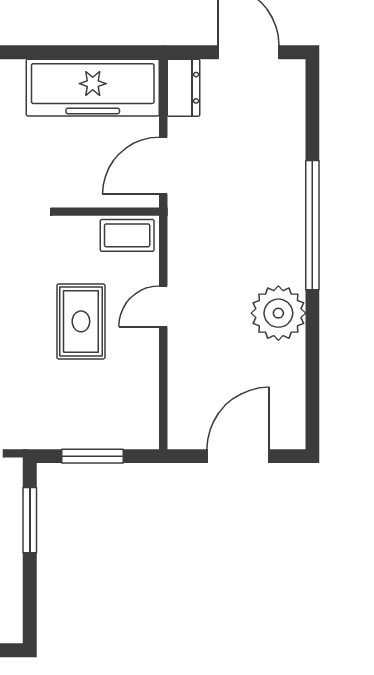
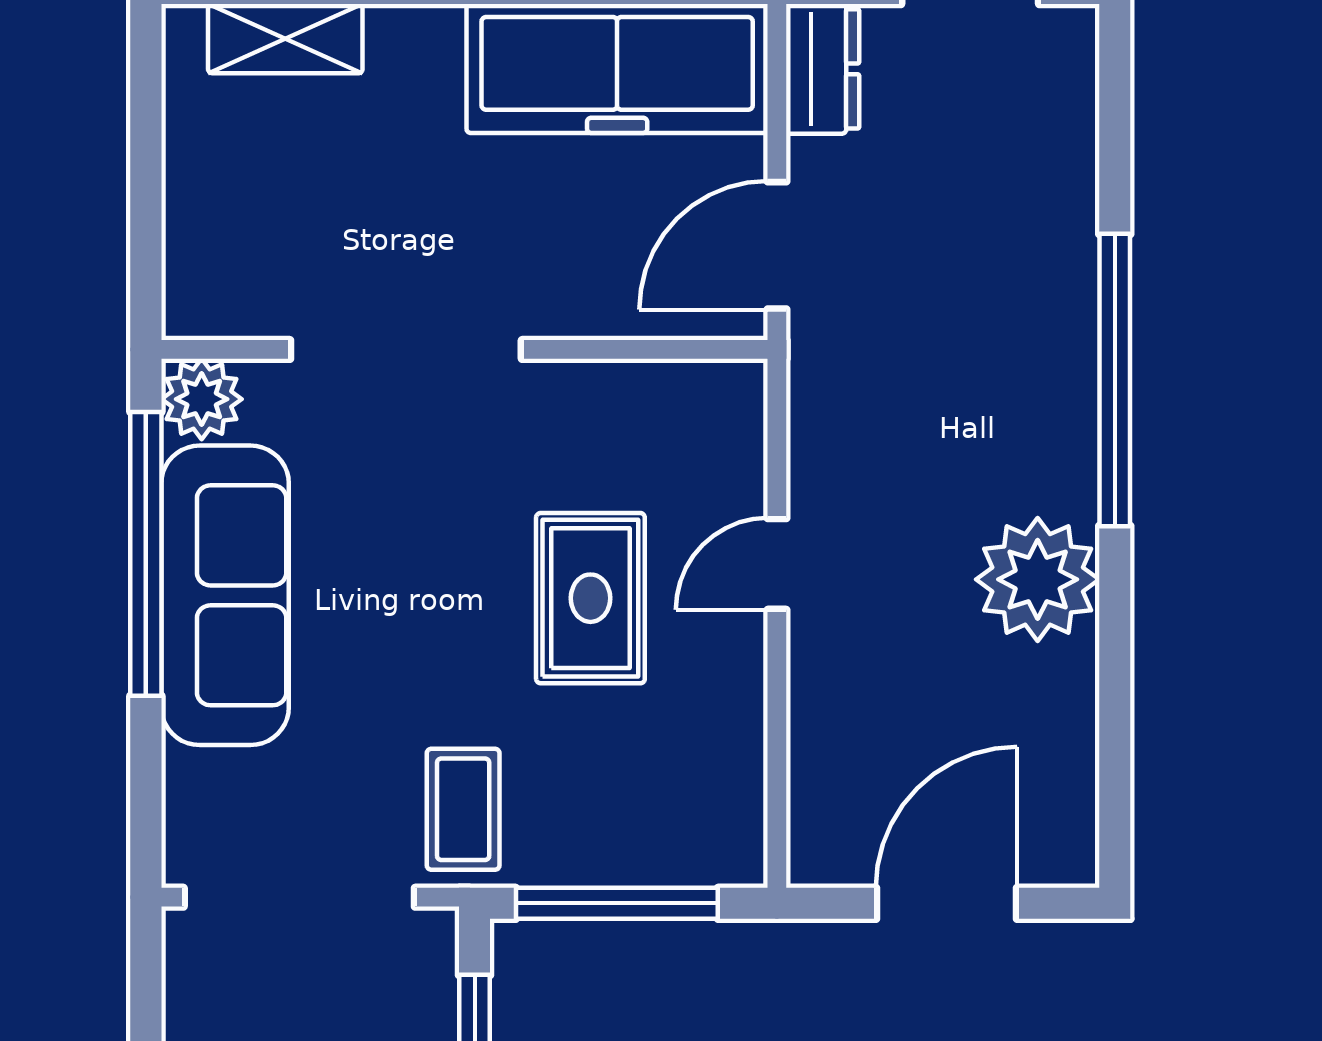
coffee table: (127, 235) -> (463, 809), moved, turned 90
window: (93, 456) -> (617, 903), width x1.44

